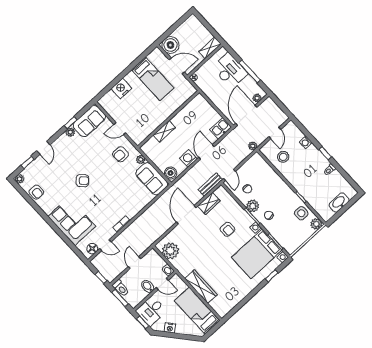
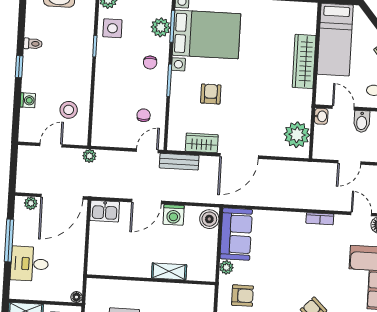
desk: (230, 71) -> (30, 264), width x0.73
plant: (253, 206) -> (161, 27), moved

